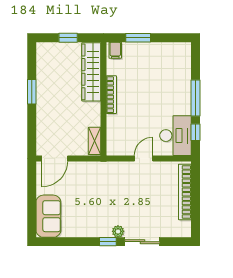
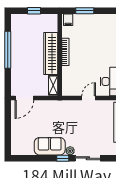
wardrobe: (91, 72) -> (51, 53), moved
window: (32, 92) -> (8, 50), width x2.11
sofa: (48, 216) -> (50, 146), moved, turned -90

